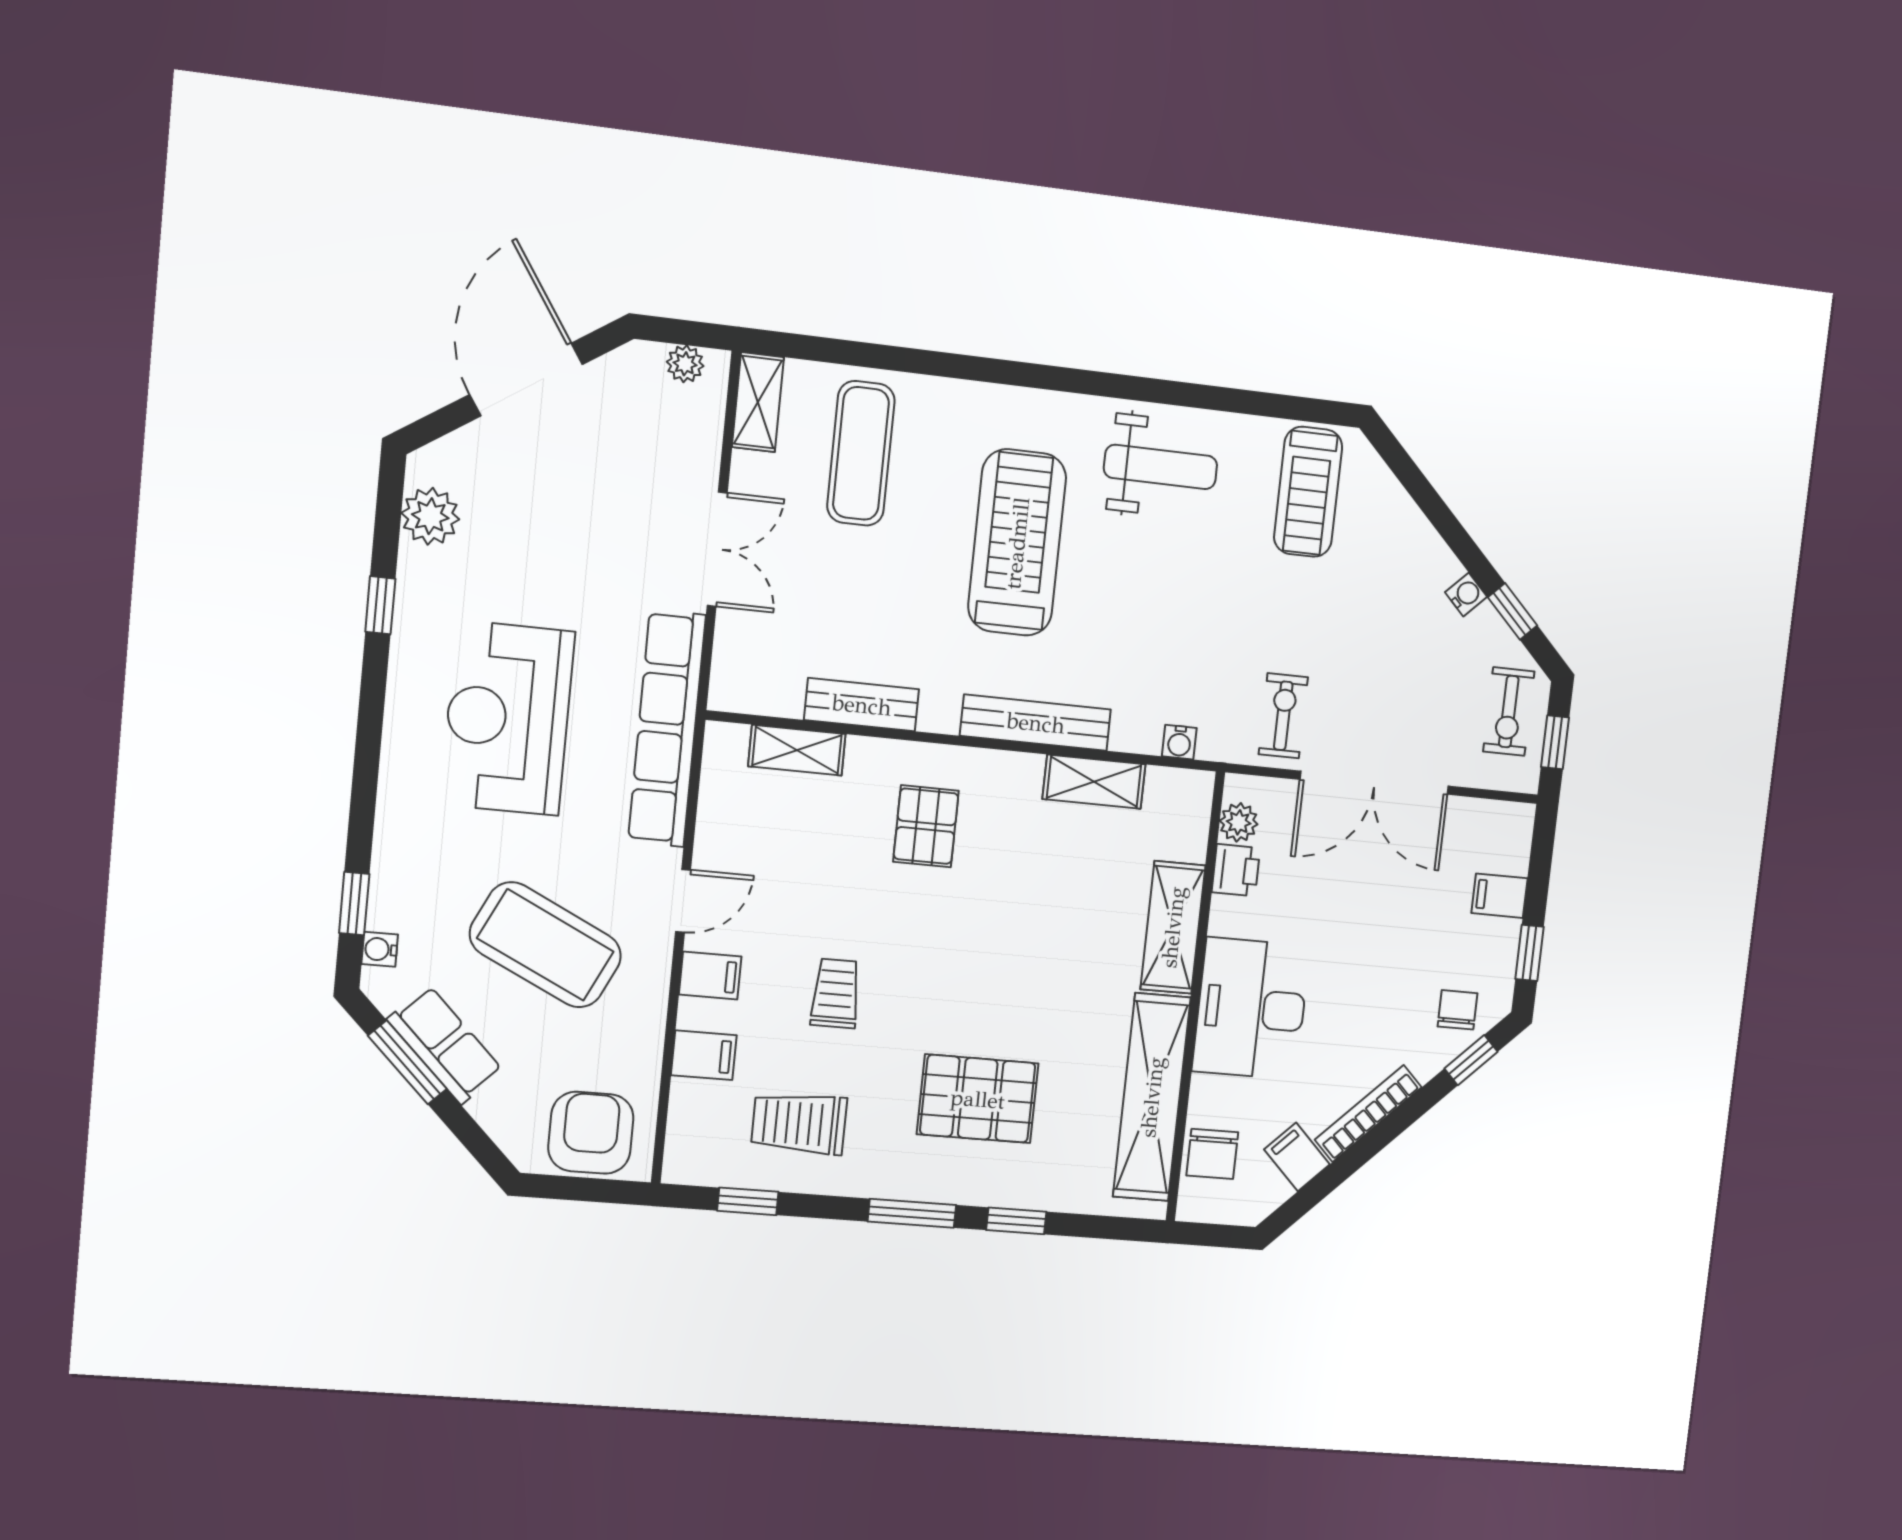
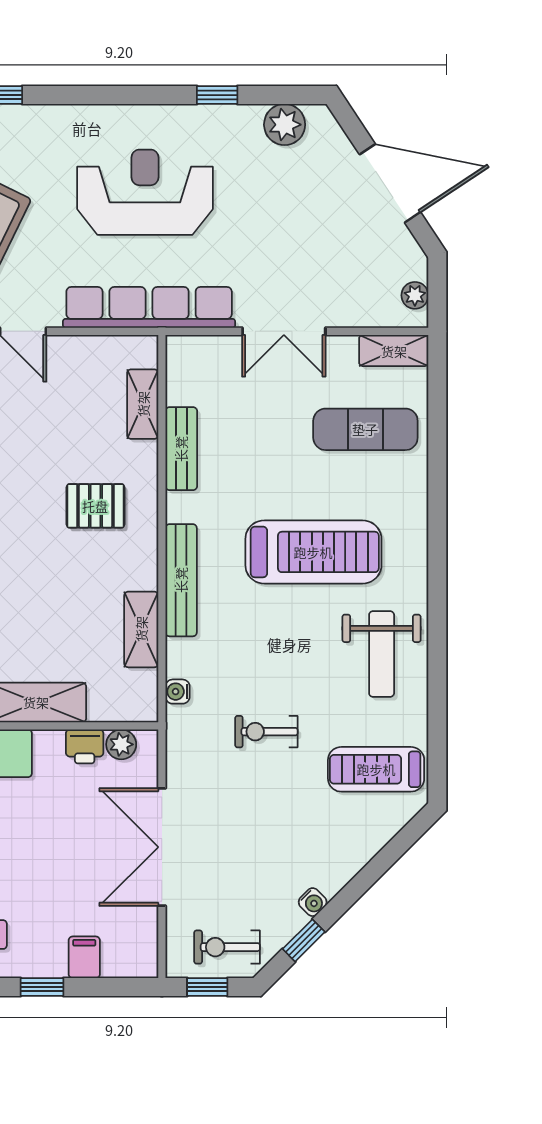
exercise bike: (1283, 716) -> (266, 732), moved, turned 180

